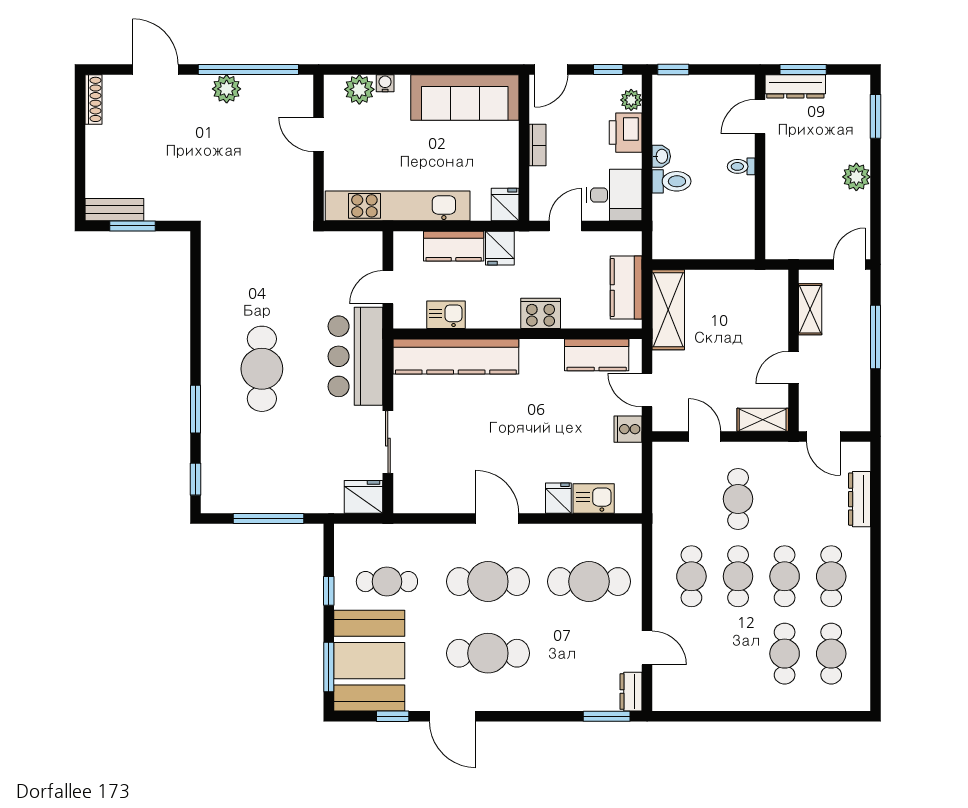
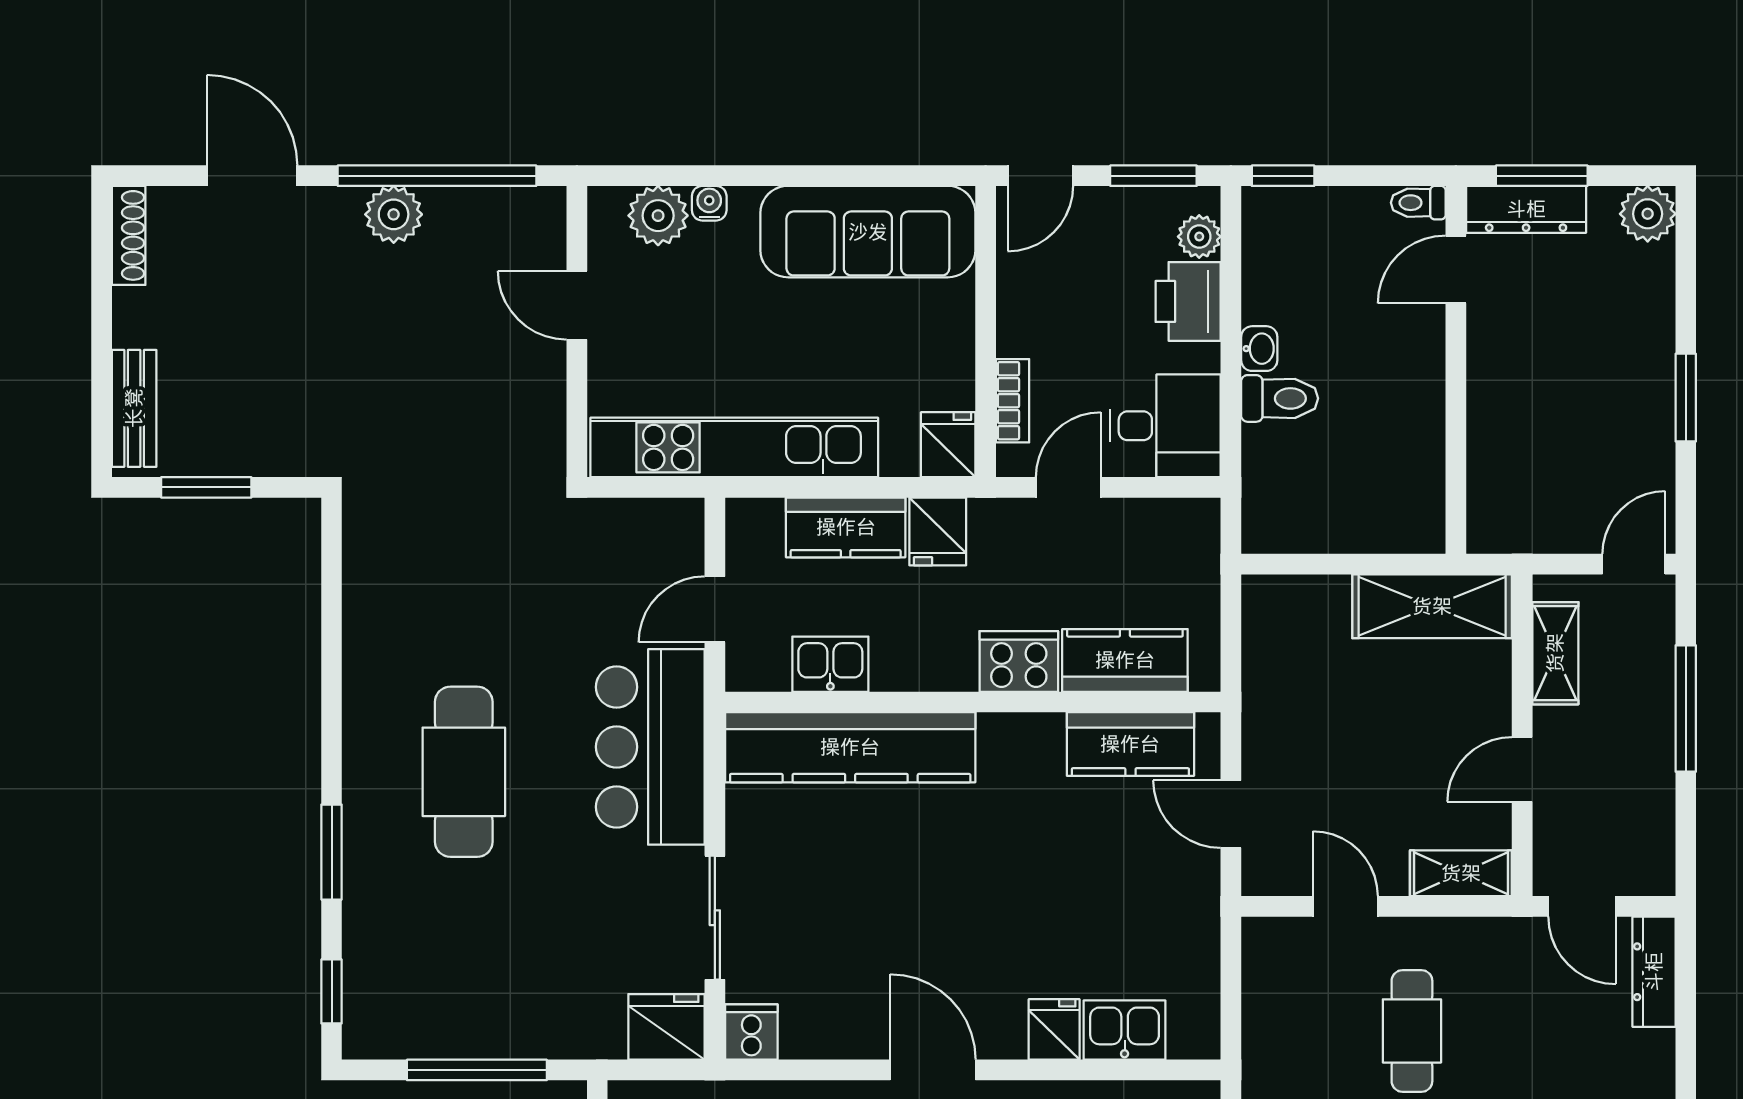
window: (608, 69) -> (1153, 176), width x1.50
window: (876, 116) -> (1686, 398), moved
bookcase: (537, 145) -> (1013, 401), moved
toilet: (741, 166) -> (1418, 203), moved
plant: (856, 177) -> (1648, 214), moved
bench: (114, 210) -> (134, 408), moved, turned 90
kitchen counter: (626, 288) -> (1125, 660), moved, turned 90
shelving: (668, 310) -> (1432, 606), moved, turned 90
cooker: (628, 429) -> (751, 1032), moved, turned 90
dresser: (860, 499) -> (1654, 972), moved

